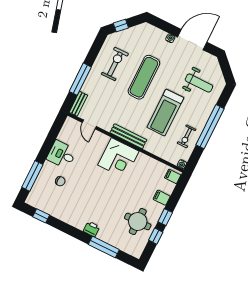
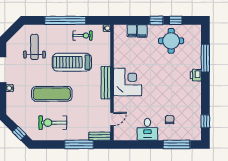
treadmill: (165, 113) -> (72, 62), turned 180
filing cabinet: (173, 176) -> (132, 31), moved

